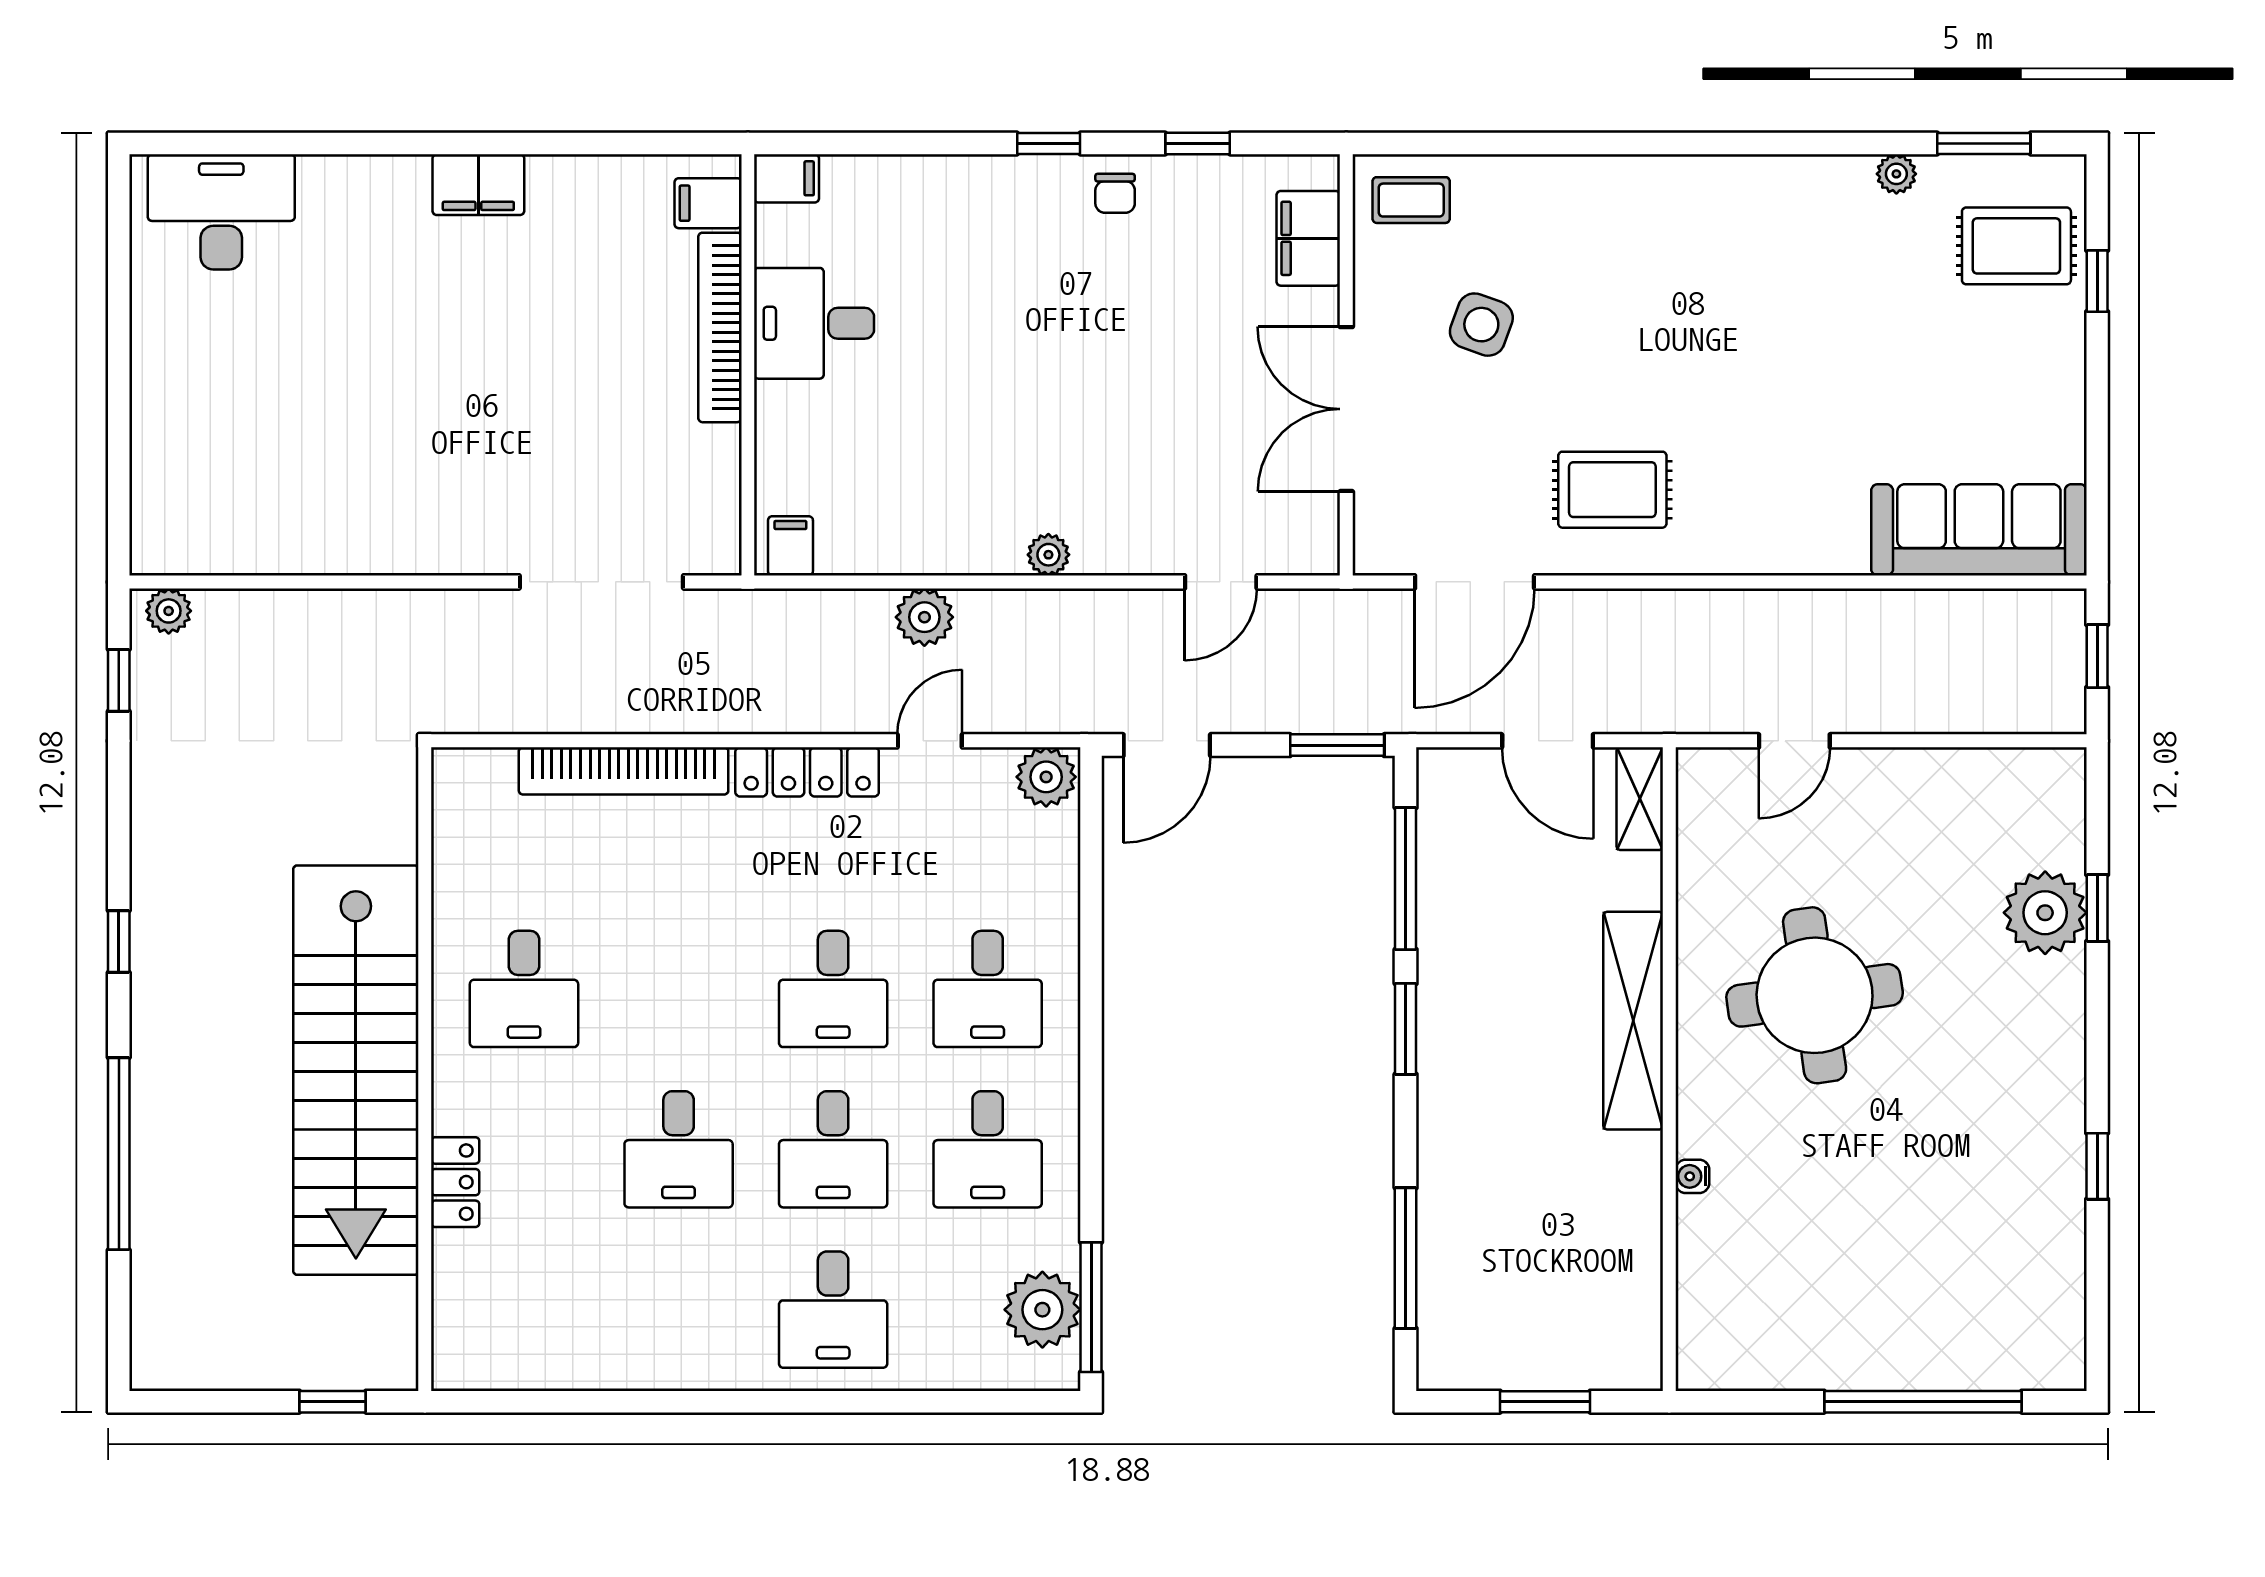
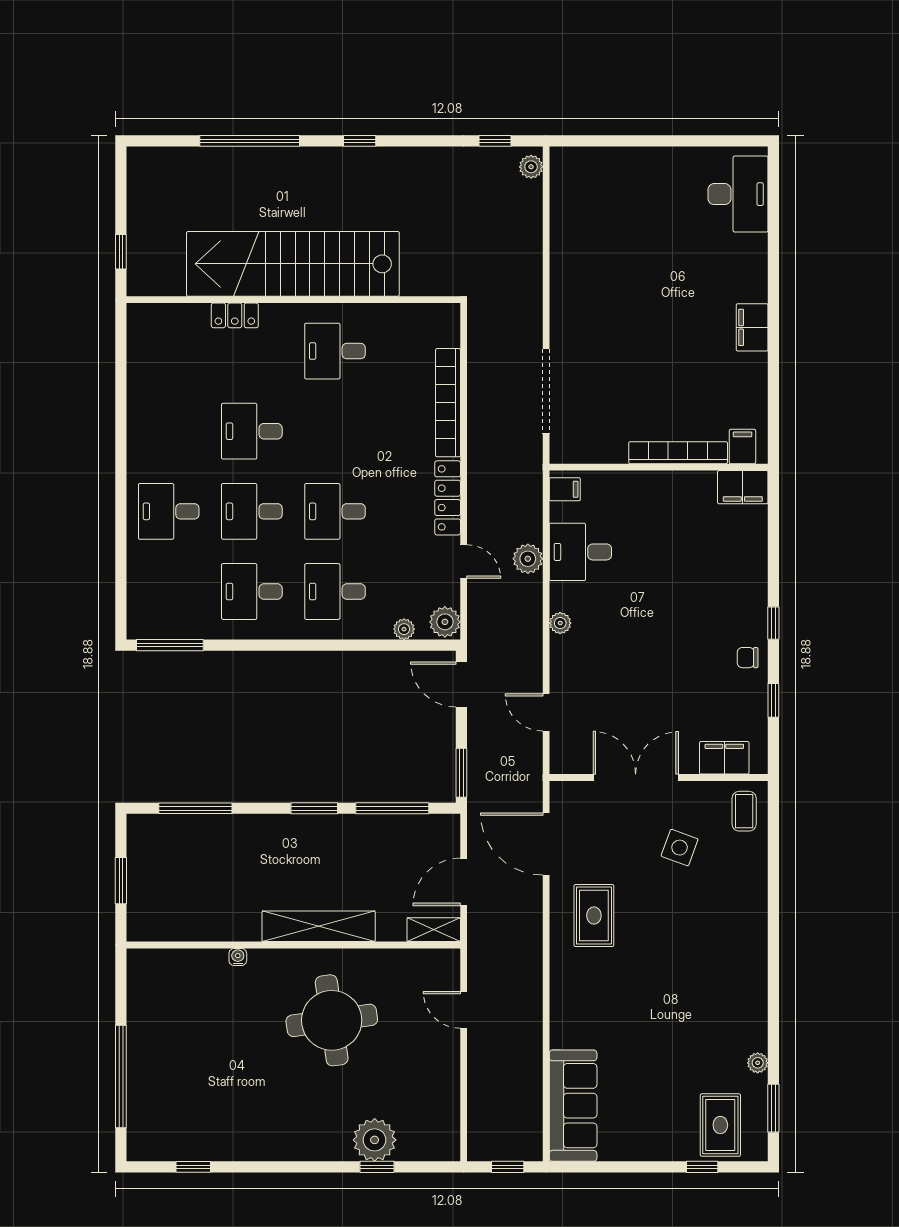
filing cabinet: (787, 178) -> (743, 487), width x2.00
desk: (814, 323) -> (580, 552), moved, turned -90
window: (2097, 1166) -> (193, 1167), moved
plant: (1042, 1310) -> (404, 629), moved, width x0.53, depth x0.53

